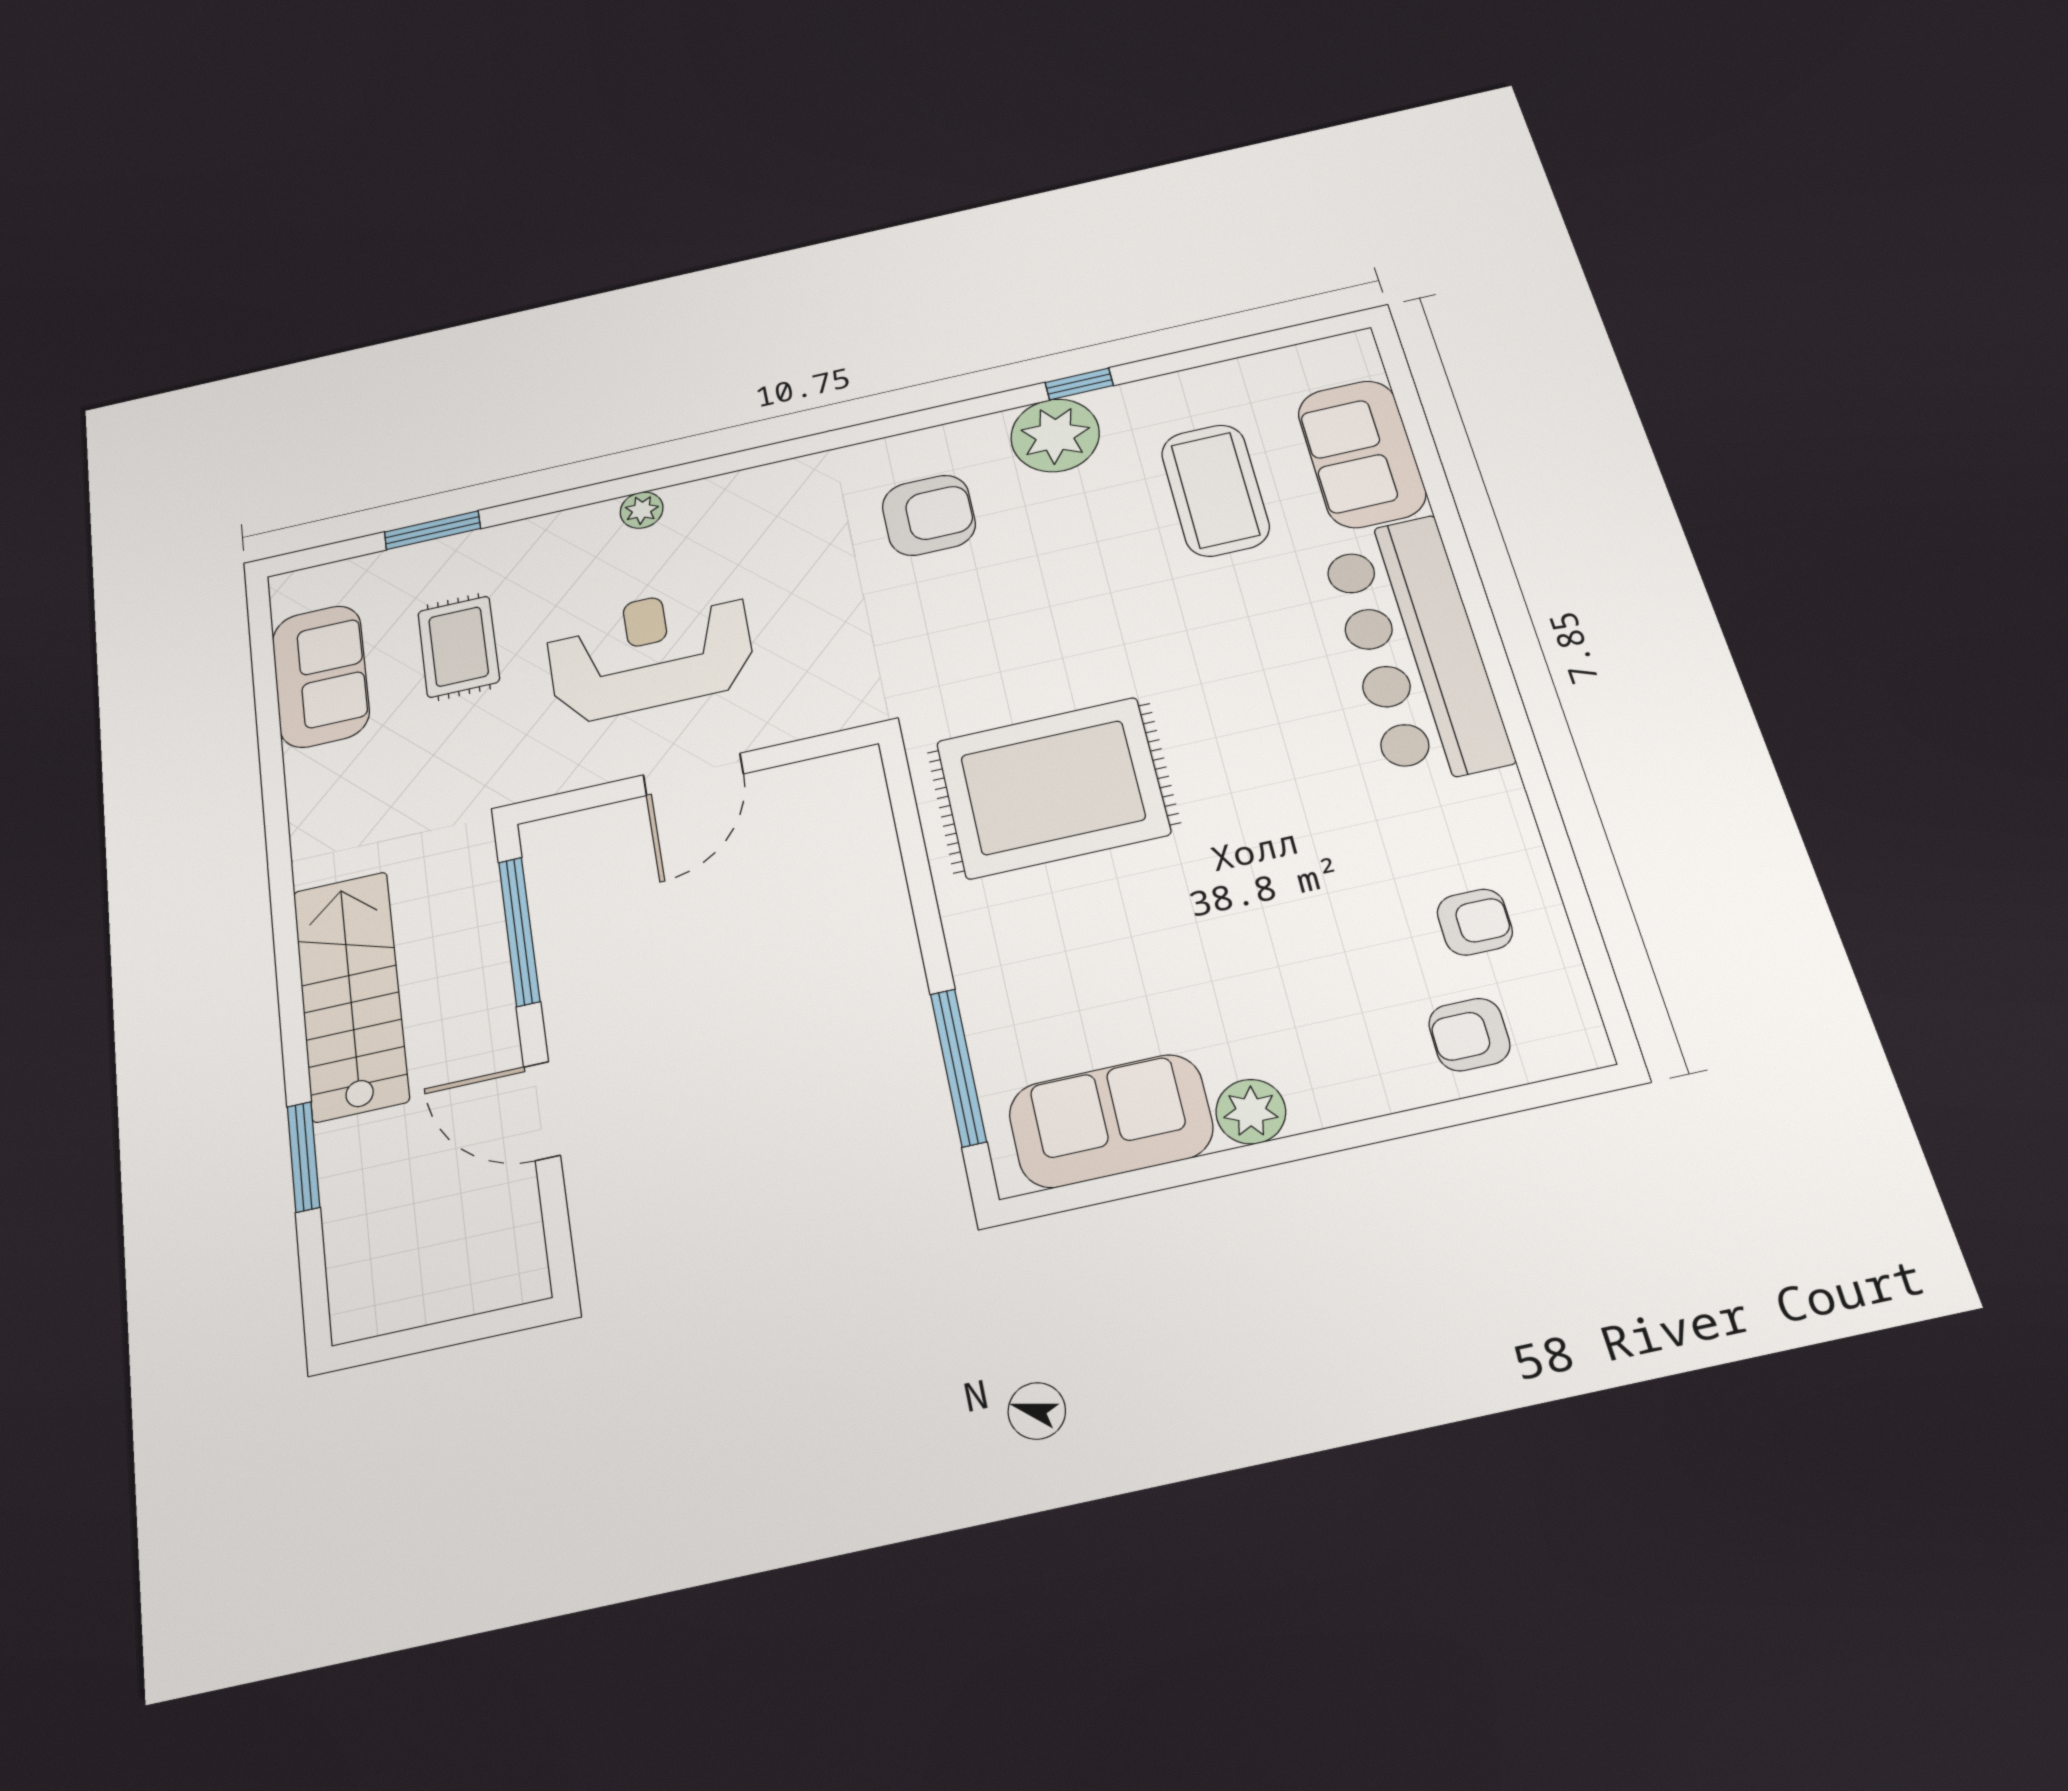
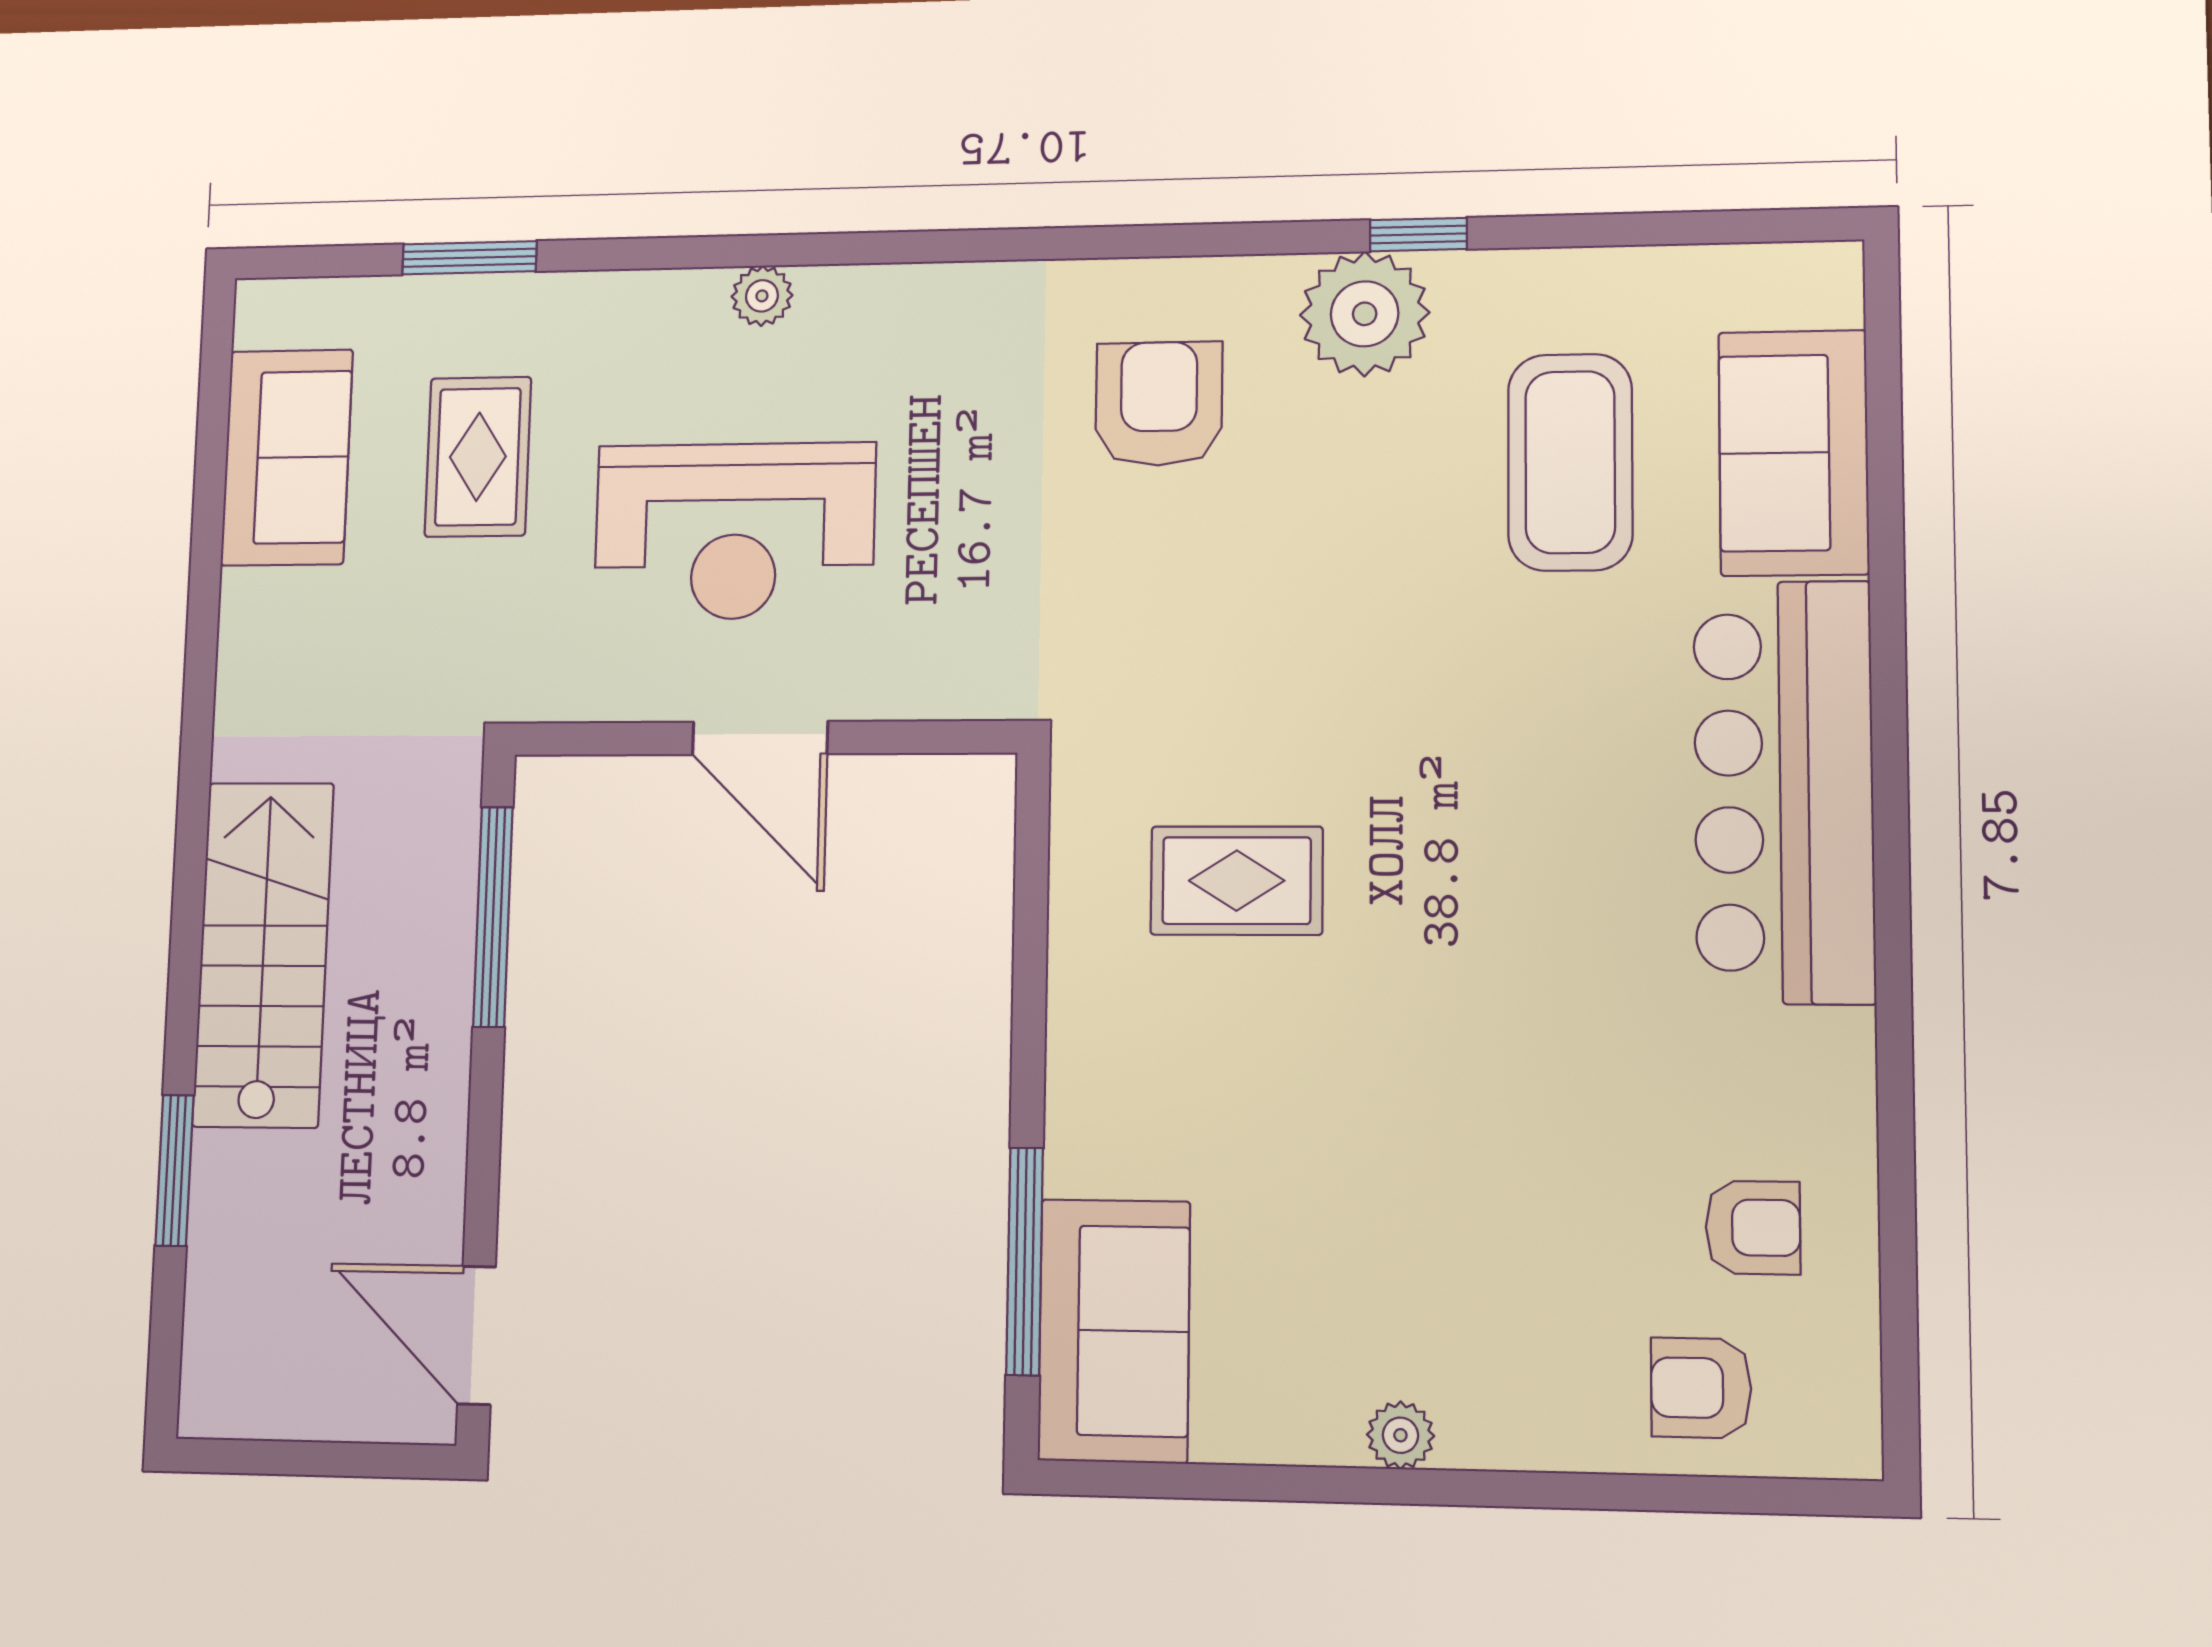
armchair: (929, 515) -> (1159, 404), turned -90
reception desk: (650, 652) -> (734, 531), turned 180
door: (693, 774) -> (760, 738), hinge flipped
rug: (1053, 787) -> (1237, 881), width x0.54, depth x0.49
door: (542, 1111) -> (477, 1335), moved
plant: (1251, 1112) -> (1400, 1435), width x0.73, depth x0.73
sofa: (1111, 1121) -> (1114, 1331), moved, turned 90

